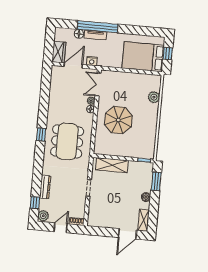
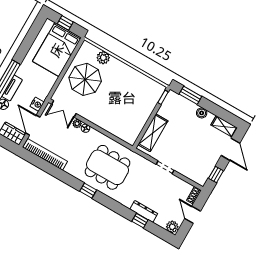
bookcase: (54, 86) -> (45, 154), added
parasol: (118, 120) -> (85, 79), moved
window: (35, 203) -> (140, 221), moved
window: (102, 231) -> (216, 174), added

